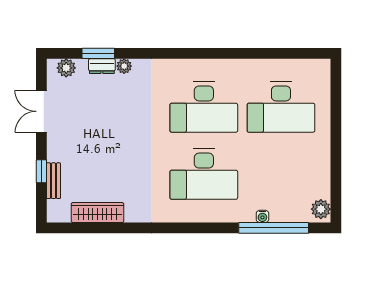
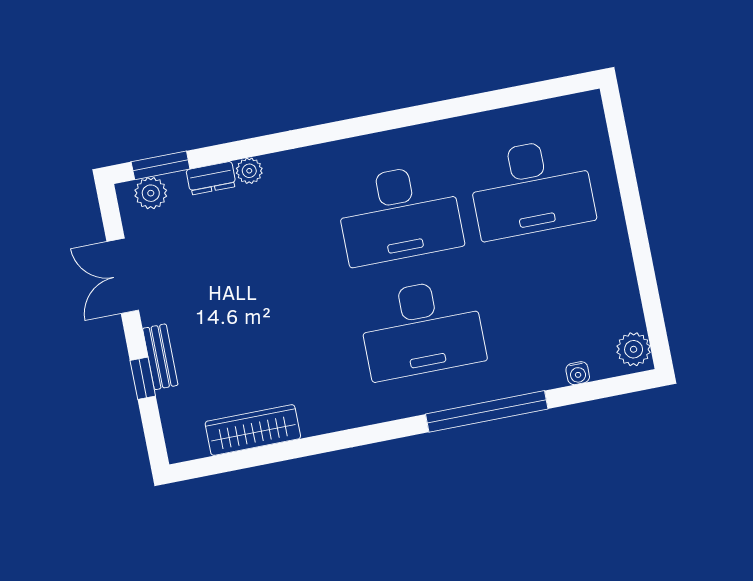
window: (98, 53) -> (161, 165), moved
bench: (54, 181) -> (160, 357), moved
water cooler: (262, 216) -> (578, 373), moved
window: (274, 228) -> (487, 411), moved

